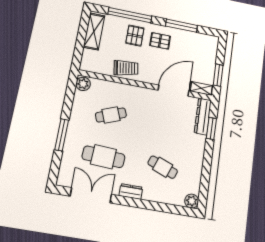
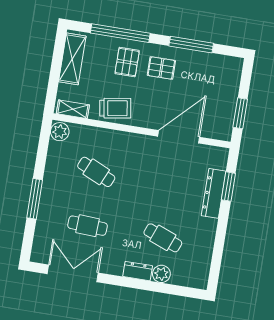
shelving: (201, 88) -> (73, 109), moved
cafe table: (111, 115) -> (96, 172), turned 45
dresser: (203, 116) -> (214, 193), moved
cafe table: (103, 157) -> (88, 226), width x0.73, depth x0.74
dresser: (131, 192) -> (138, 271), moved
plant: (192, 201) -> (161, 274), moved

